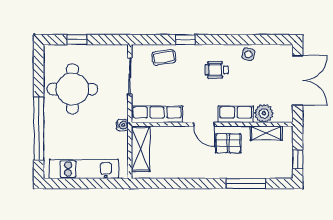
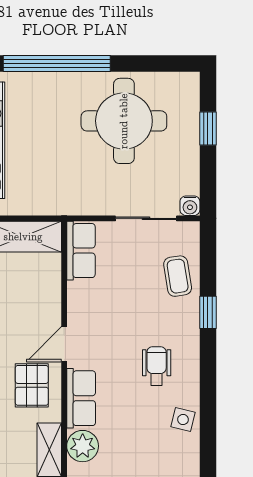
row of seats: (157, 114) -> (81, 251), width x0.68
water cooler: (122, 125) -> (190, 206), moved

